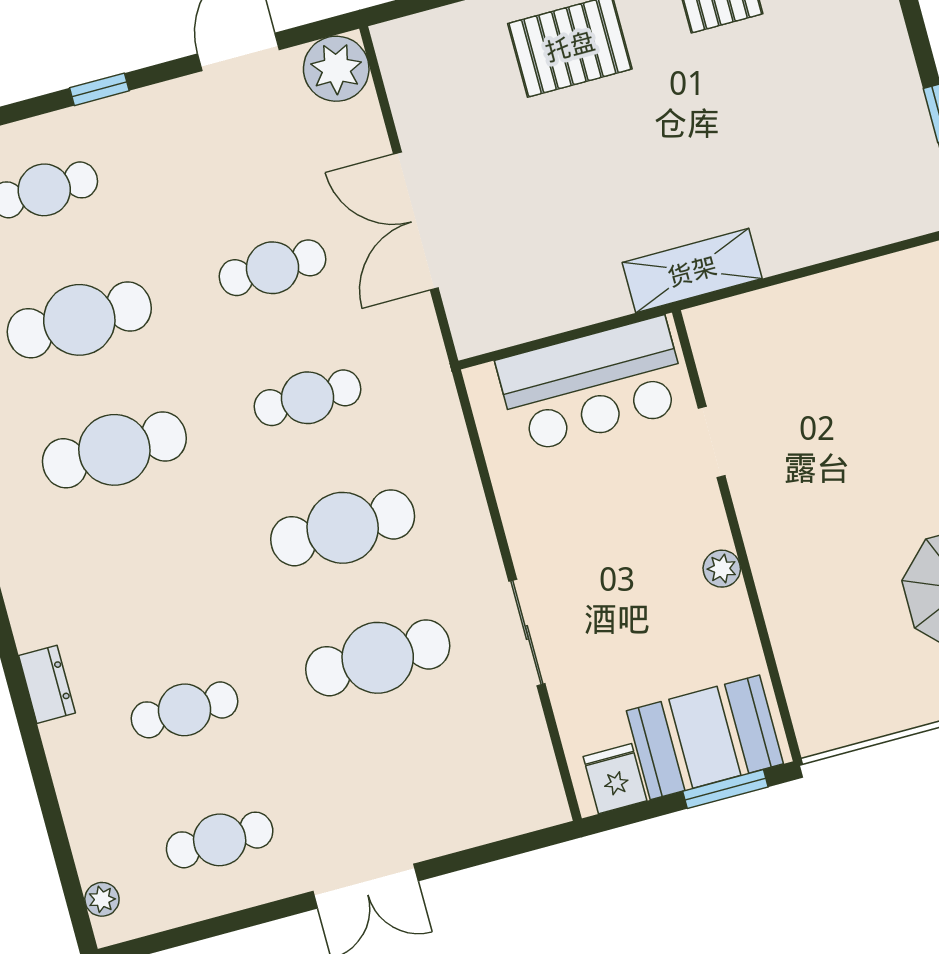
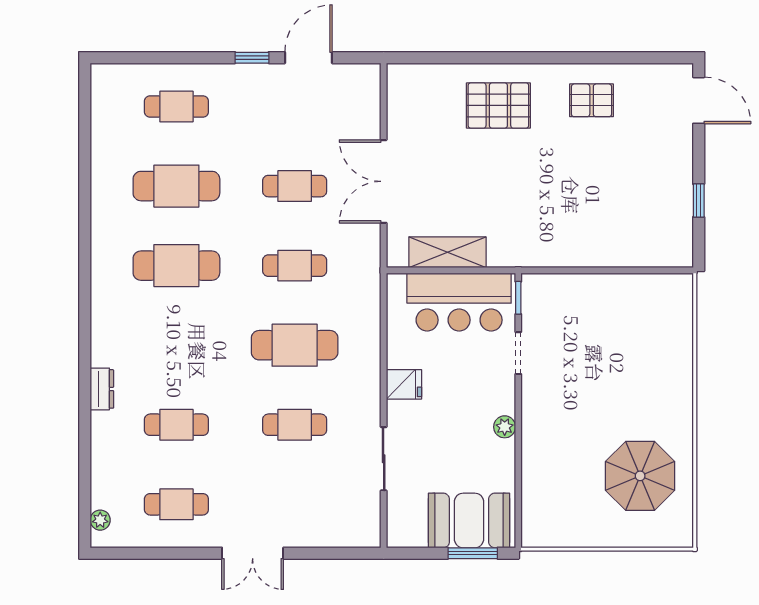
plant: (336, 69) -> (362, 82), removed
window: (99, 89) -> (252, 58), moved
shelving: (692, 271) -> (447, 252), moved
window: (687, 352) -> (518, 298), added
sliding door: (527, 633) -> (384, 459), moved
cafe table: (378, 658) -> (295, 425), width x0.73, depth x0.74
fridge: (615, 779) -> (404, 384), moved, turned 90

